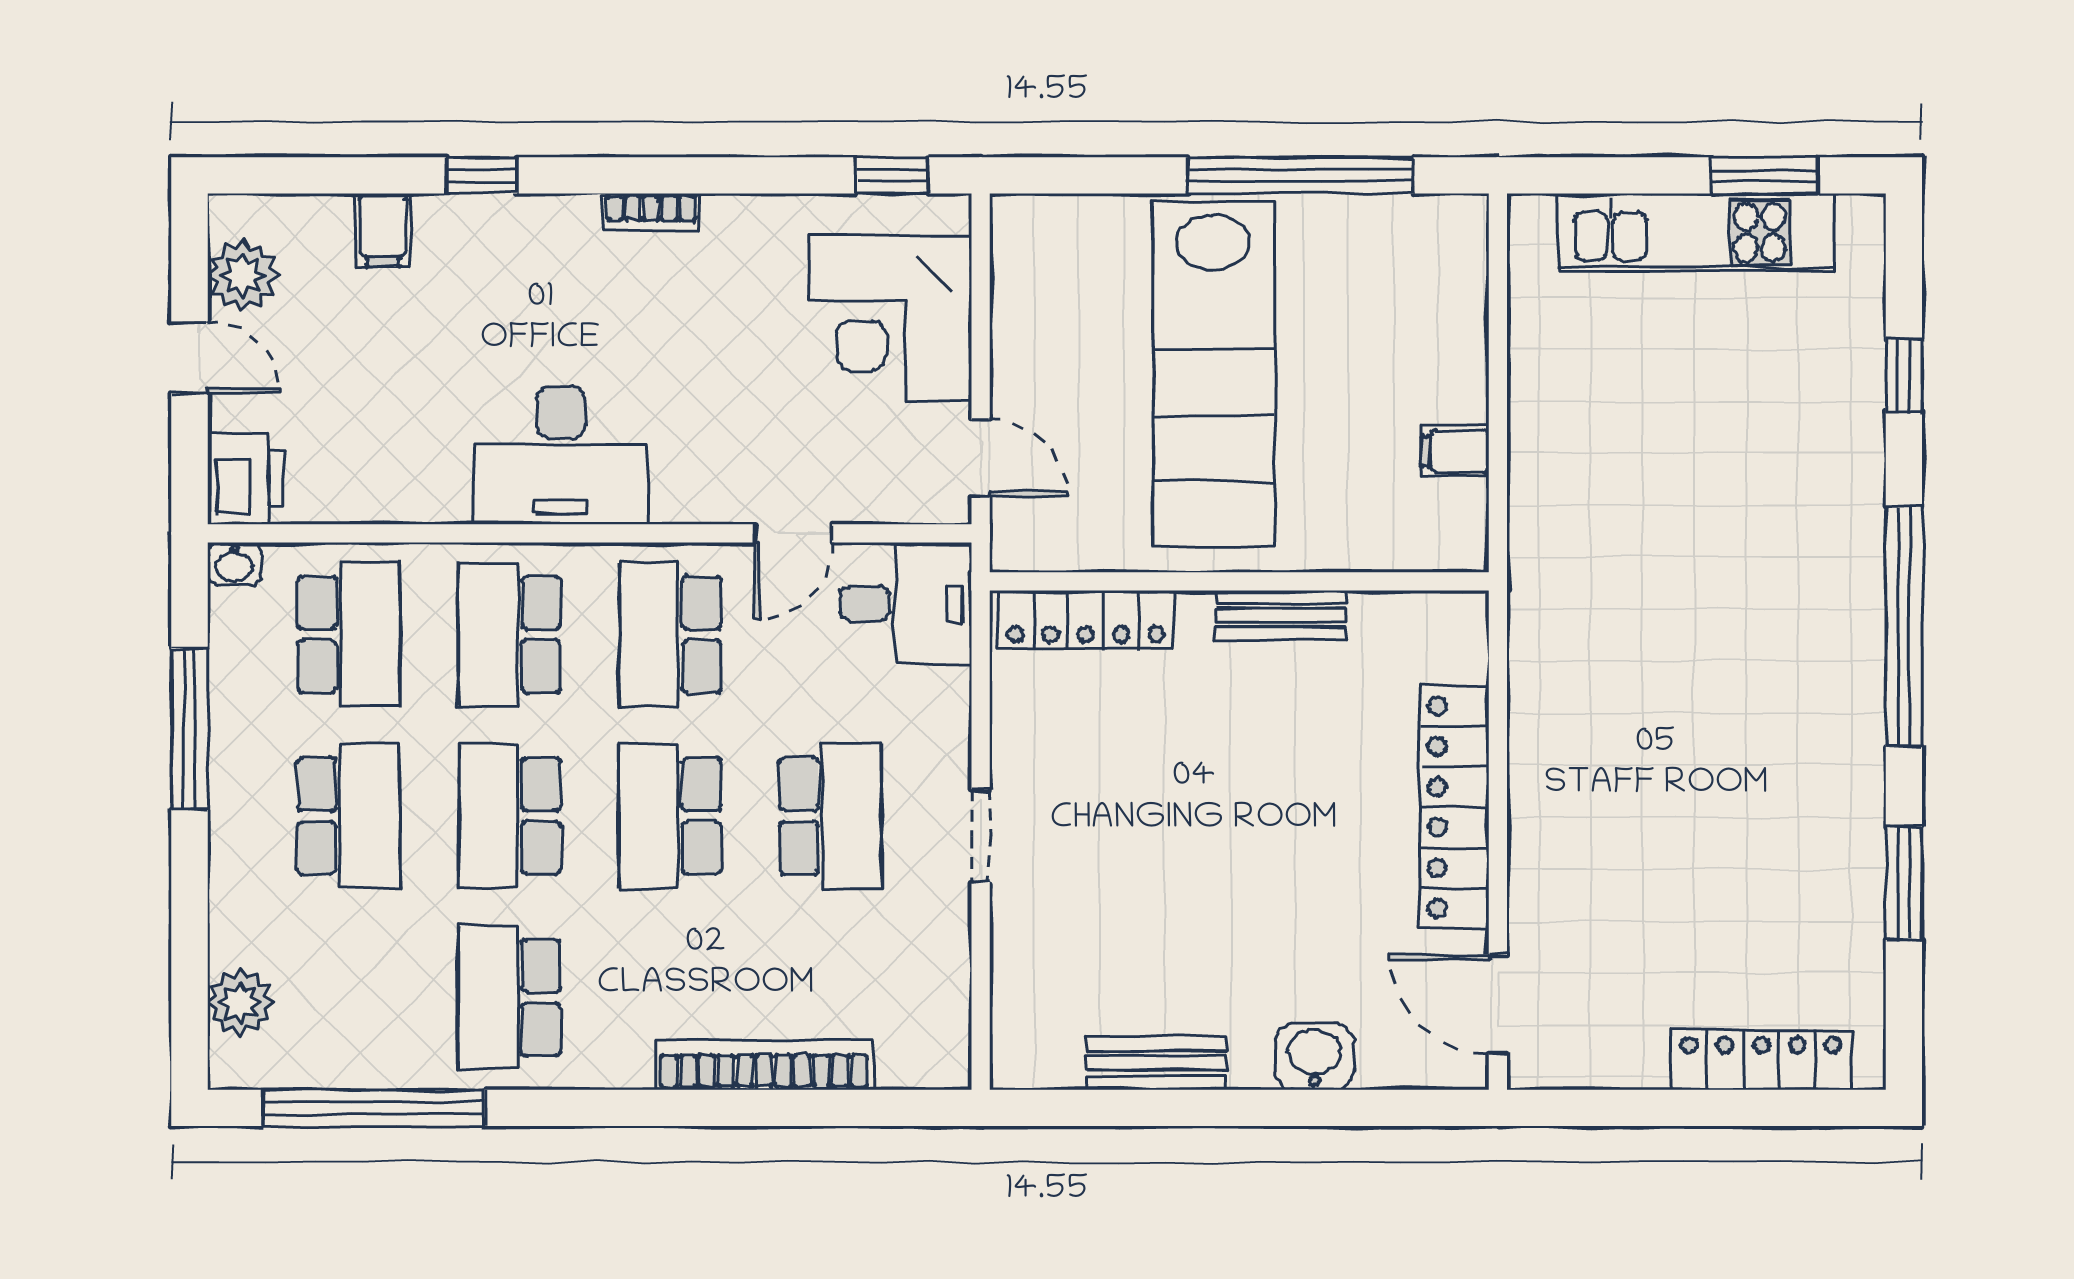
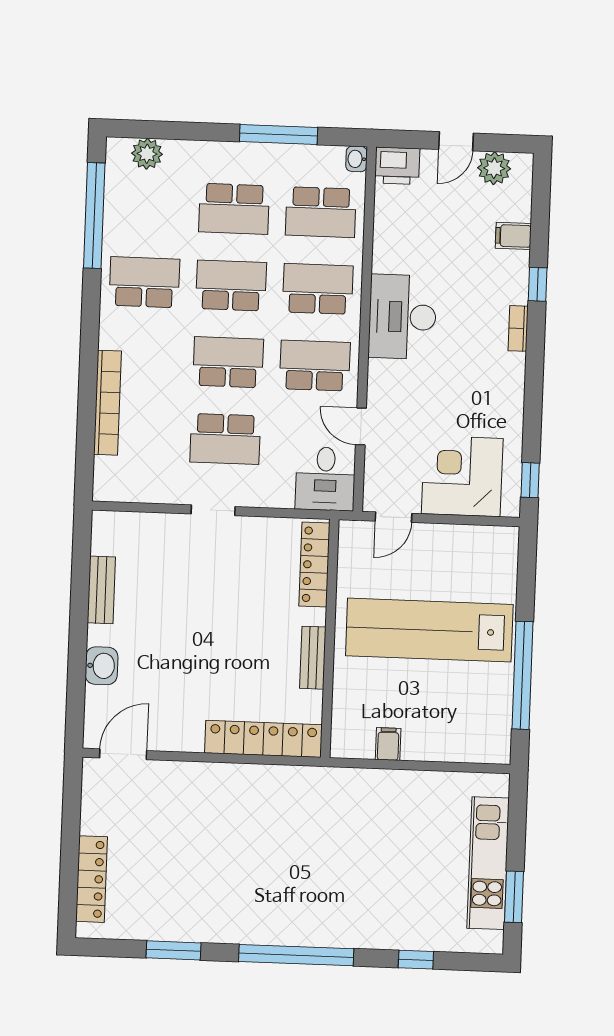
bookcase: (651, 212) -> (518, 328), moved
locker: (1454, 807) -> (263, 739), moved

